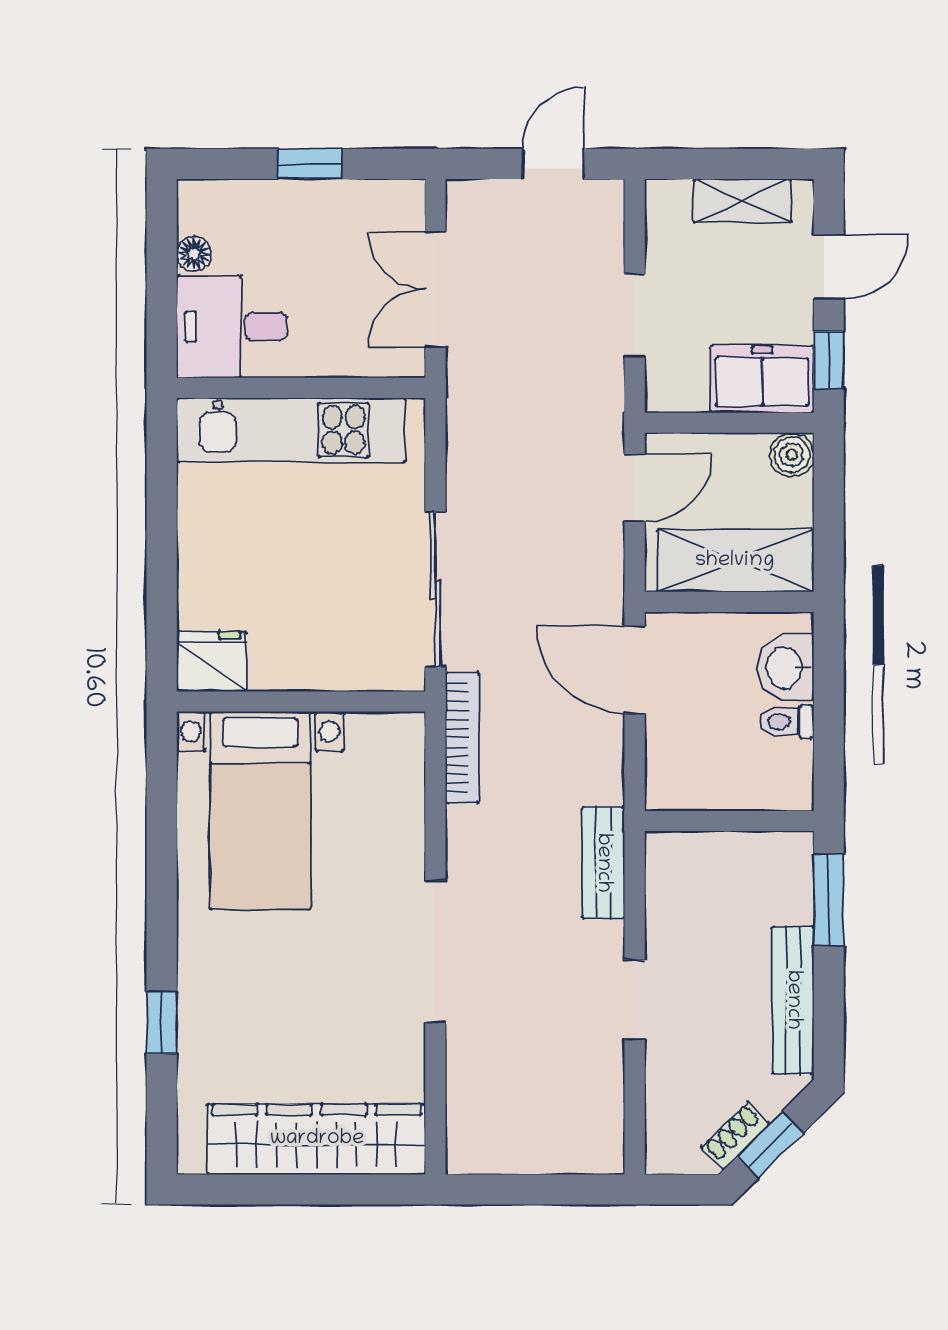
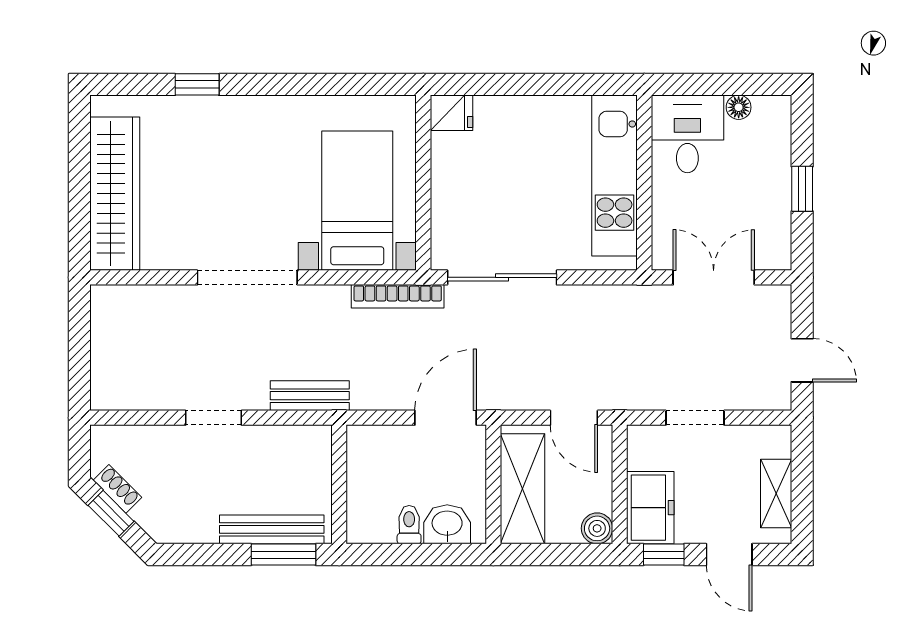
fridge: (211, 662) -> (451, 113), width x0.72
bed with nightstands: (260, 811) -> (357, 201), moved, turned 90
bench: (793, 1000) -> (272, 529), moved

